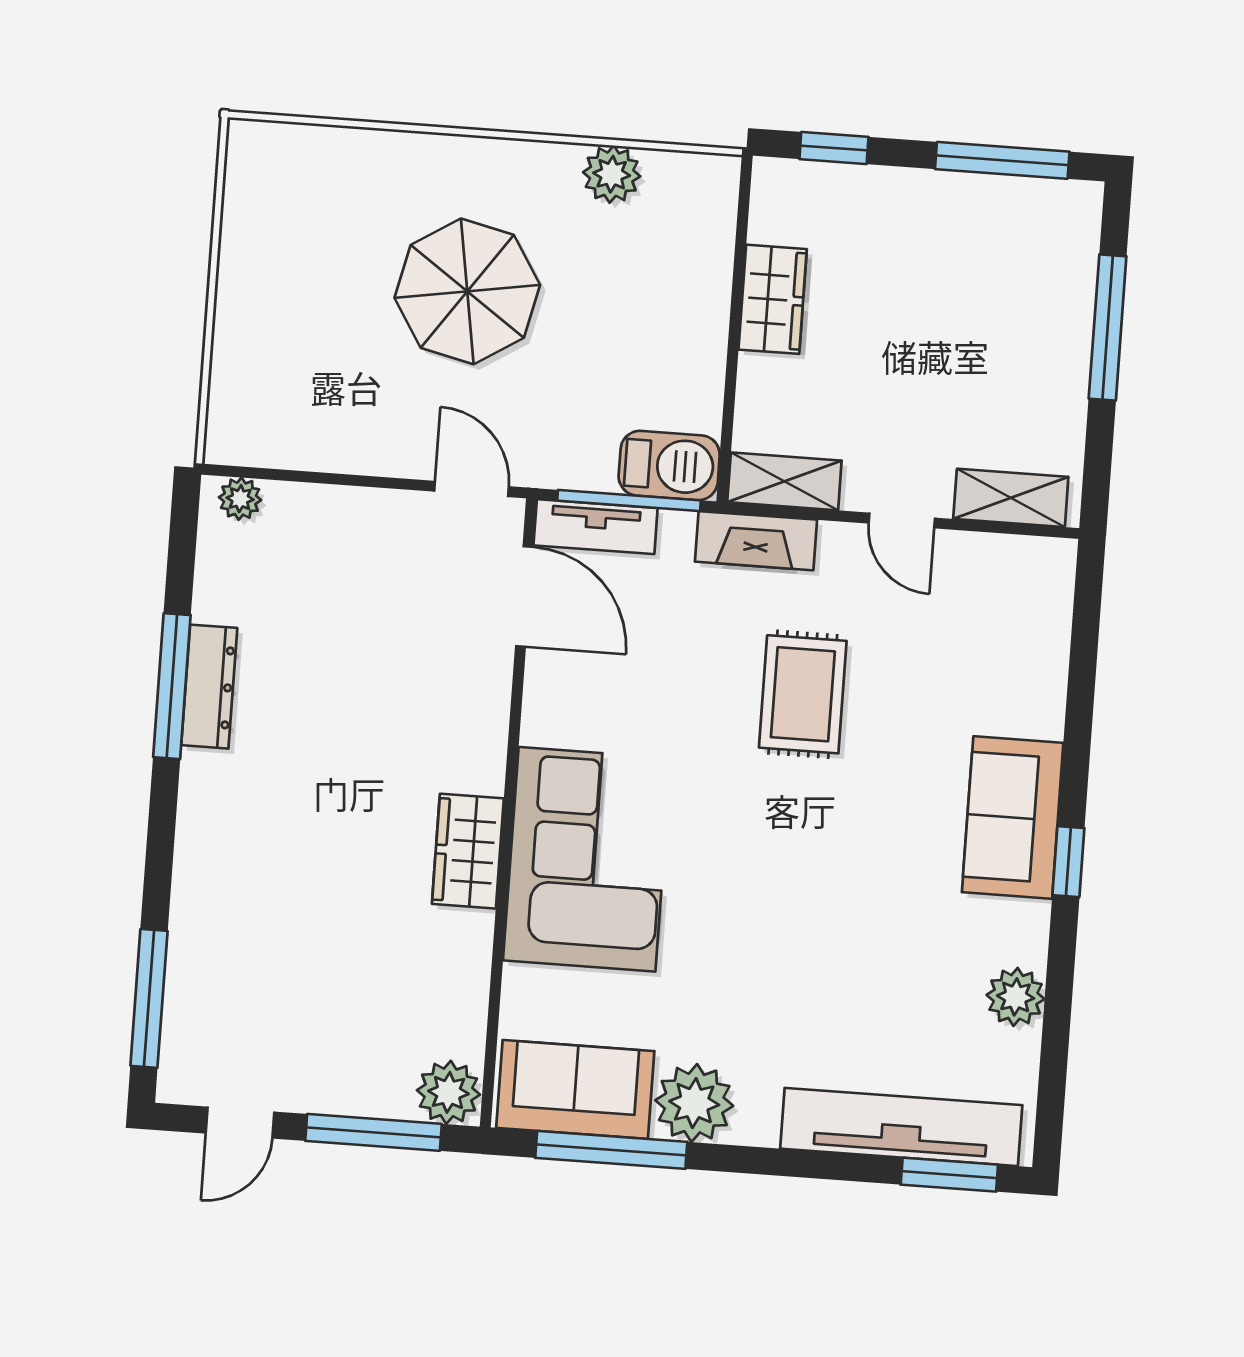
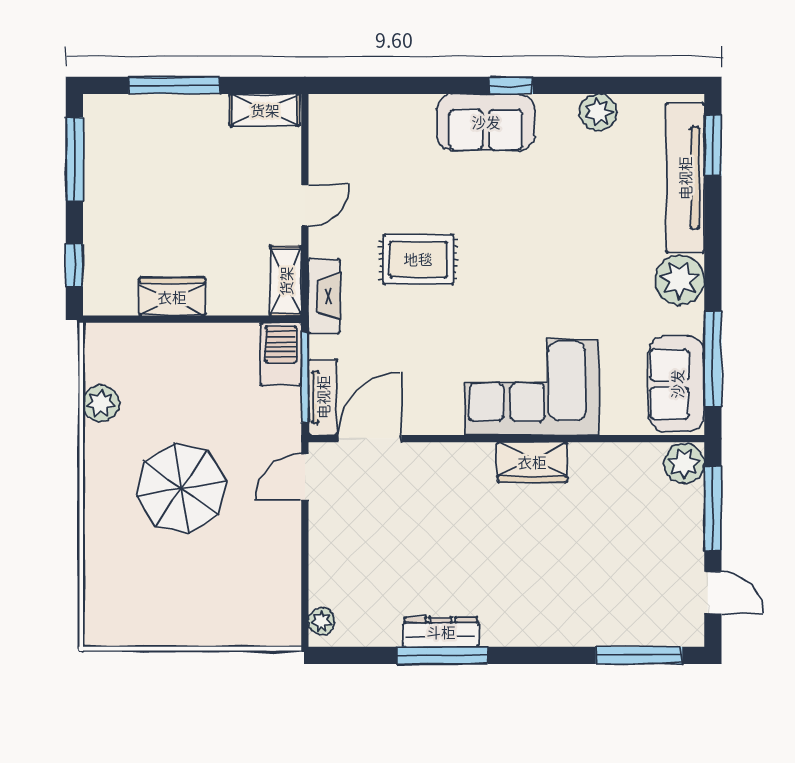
shelving: (1011, 498) -> (265, 110), moved, turned 90
plant: (694, 1103) -> (680, 280), moved

